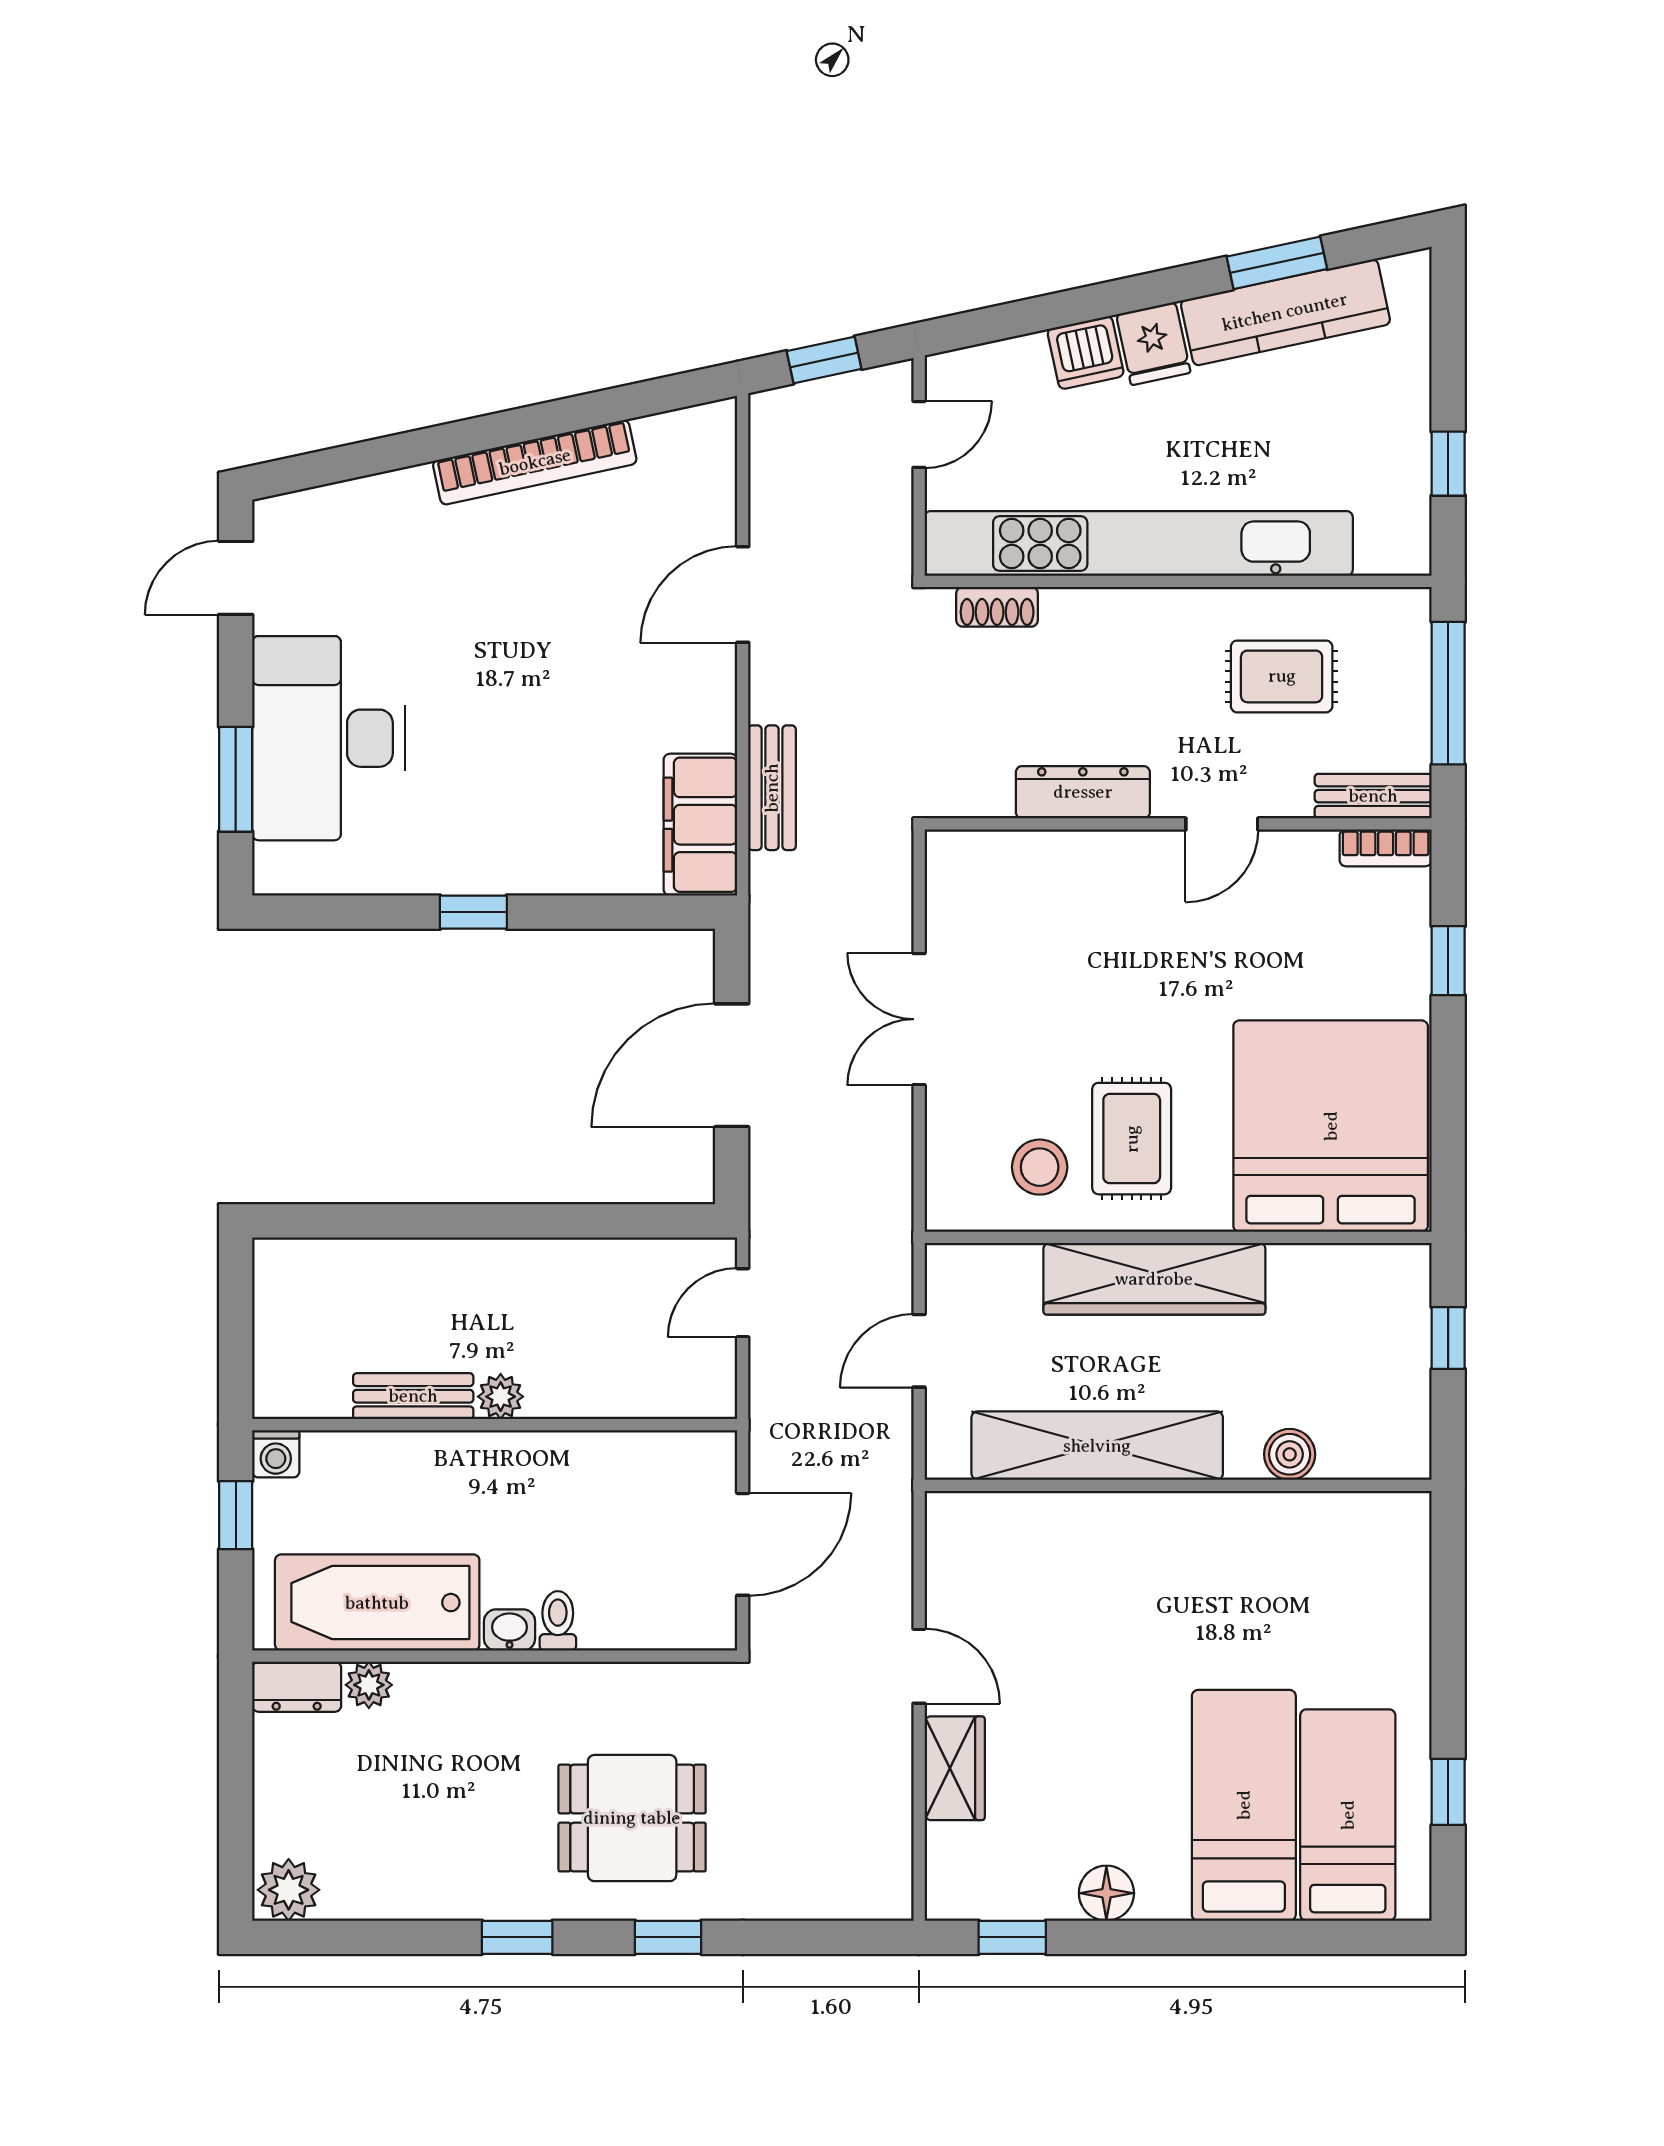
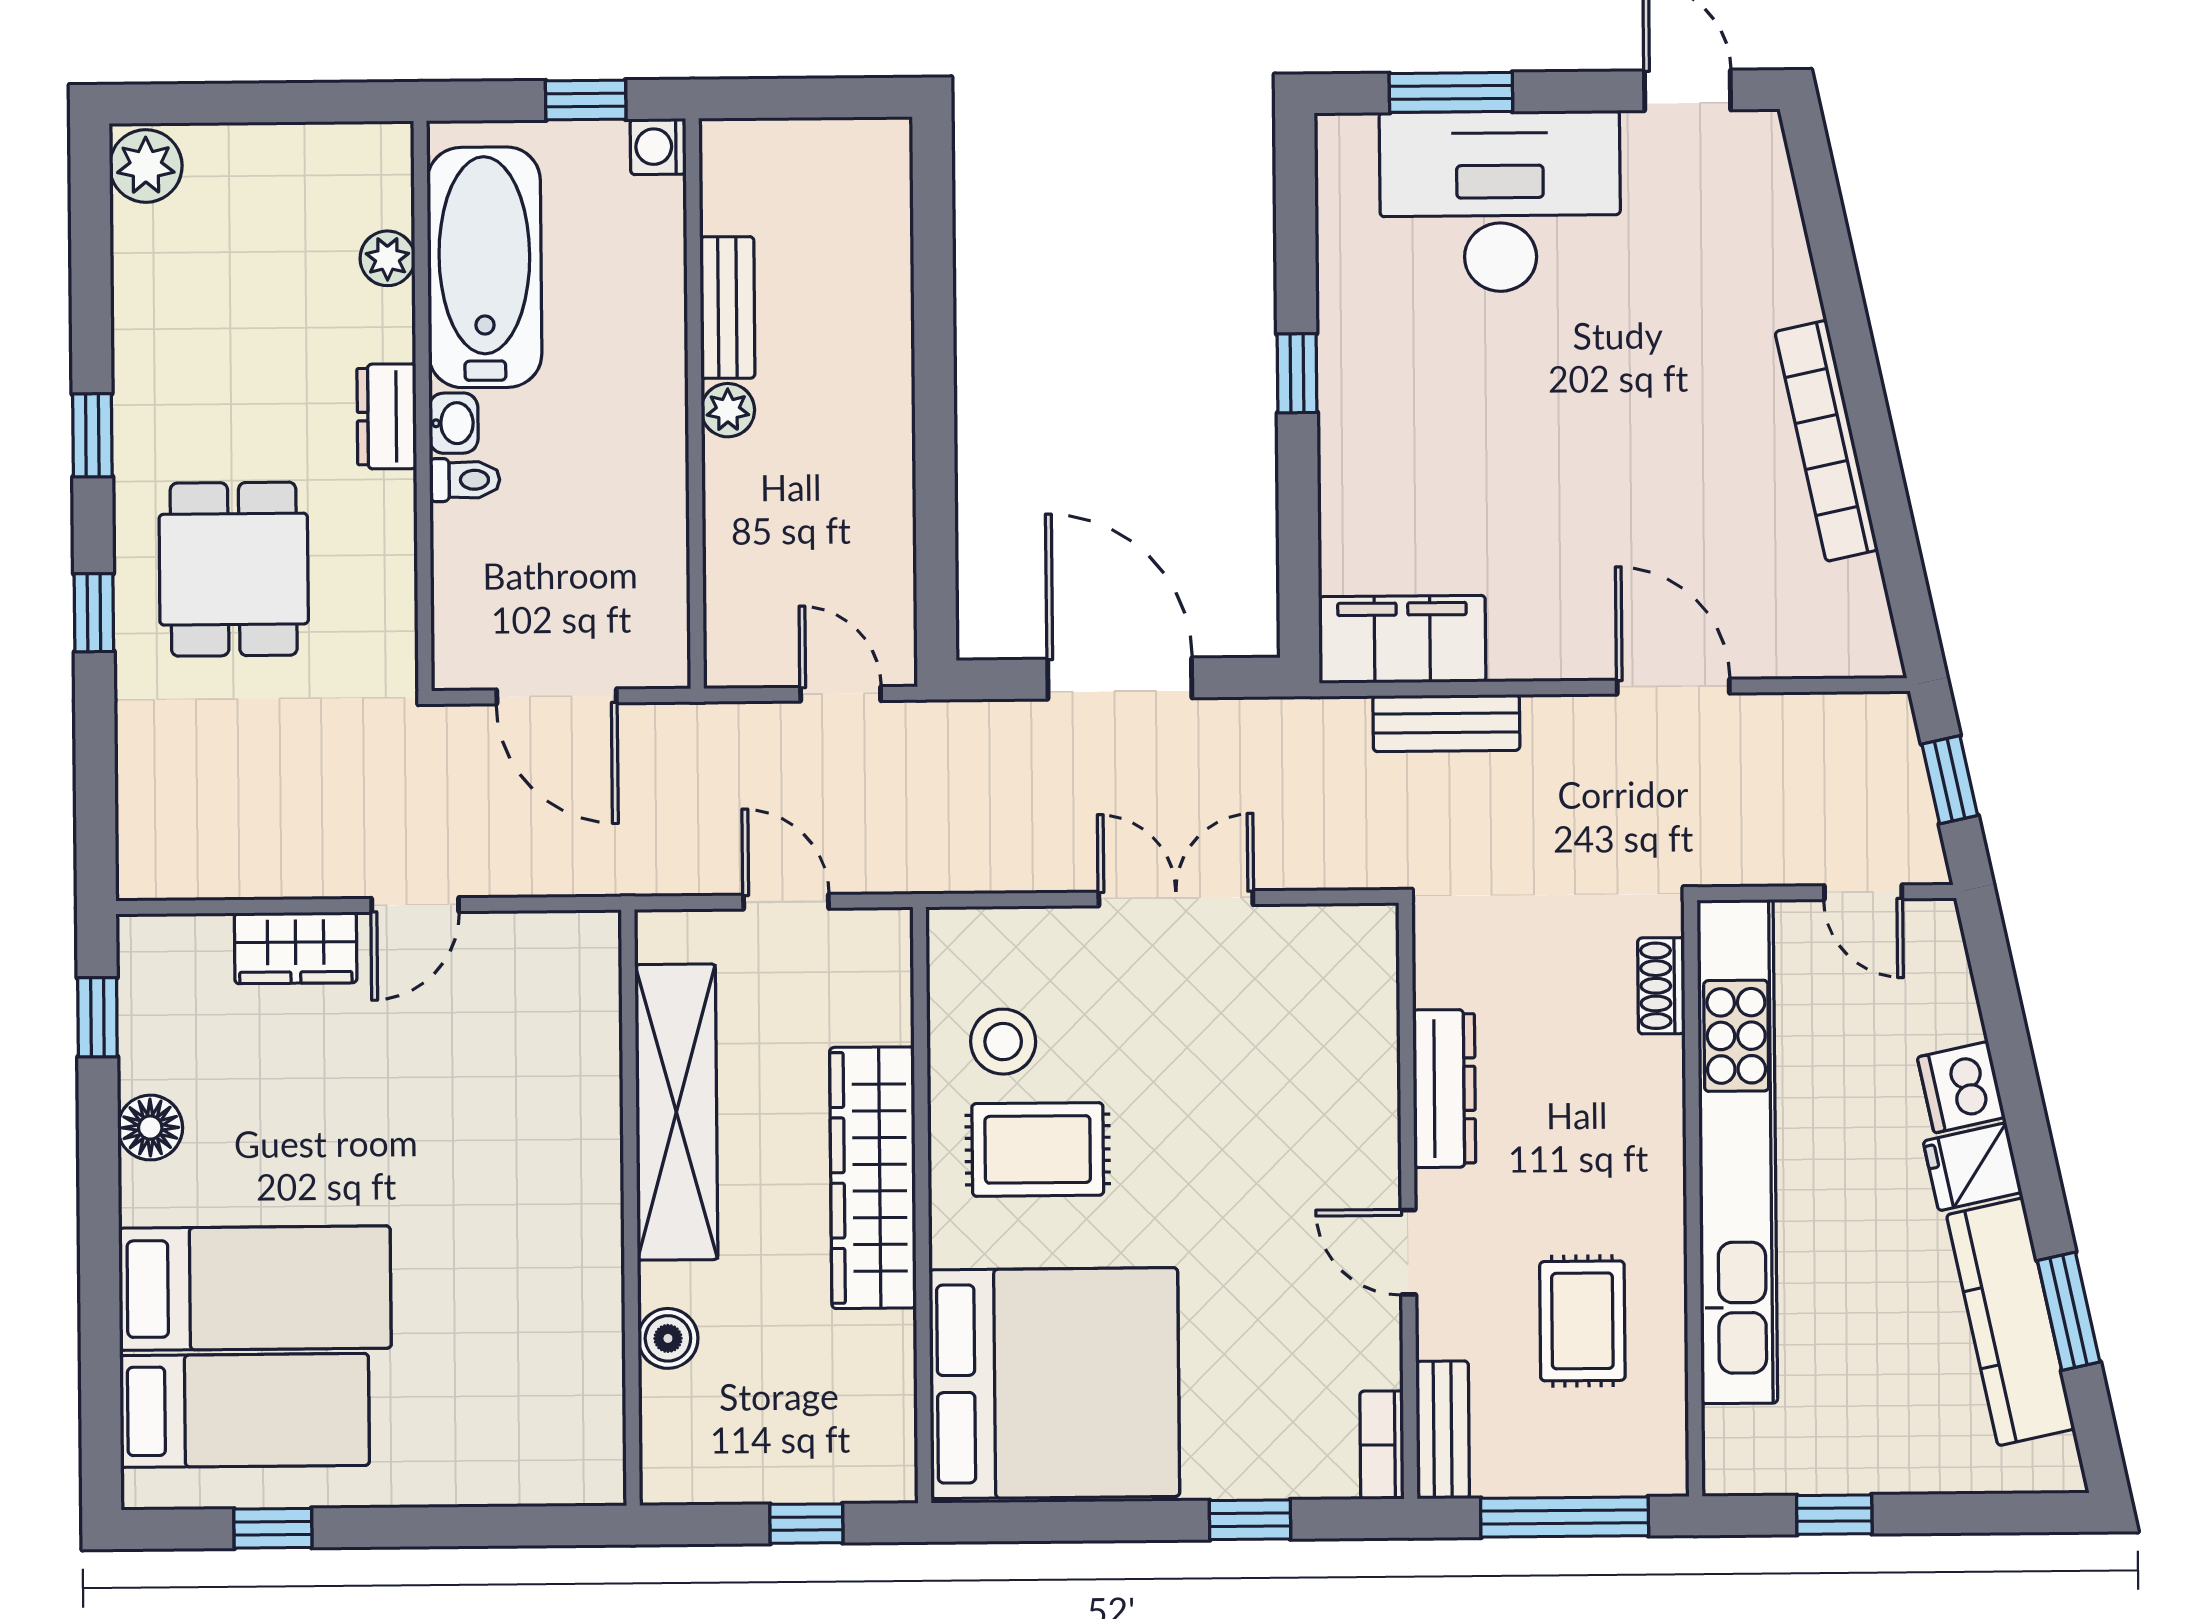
dresser: (297, 1687) -> (387, 416), moved

